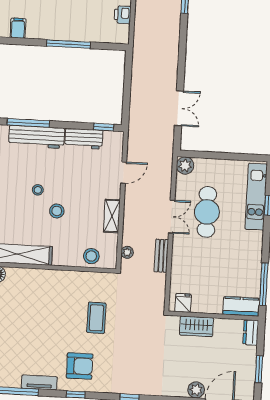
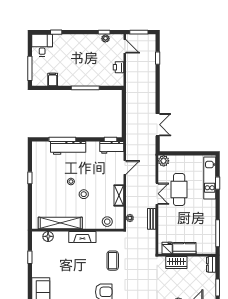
workbench: (84, 139) -> (112, 147), moved
fireplace: (51, 278) -> (82, 237), added
kitchen counter: (241, 306) -> (184, 248), moved

